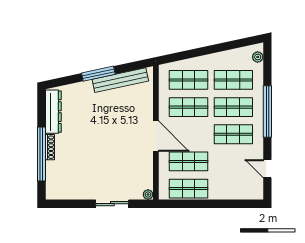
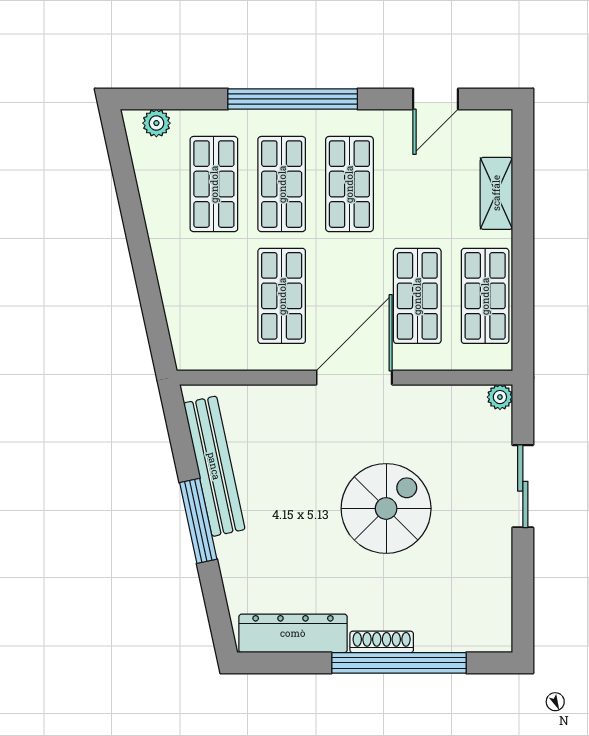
shop shelf: (189, 80) -> (214, 296), removed
spiral stairs: (103, 149) -> (386, 508), added
shelving: (230, 193) -> (496, 193), added

